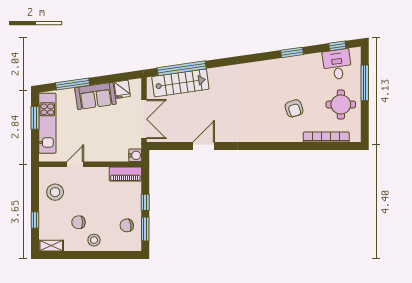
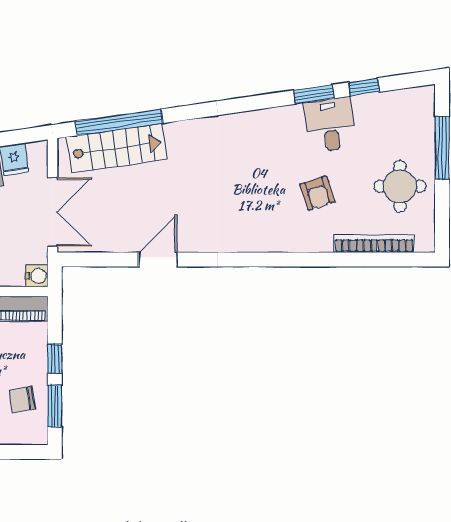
window: (337, 46) -> (364, 87), moved
desk: (337, 65) -> (330, 125), moved

